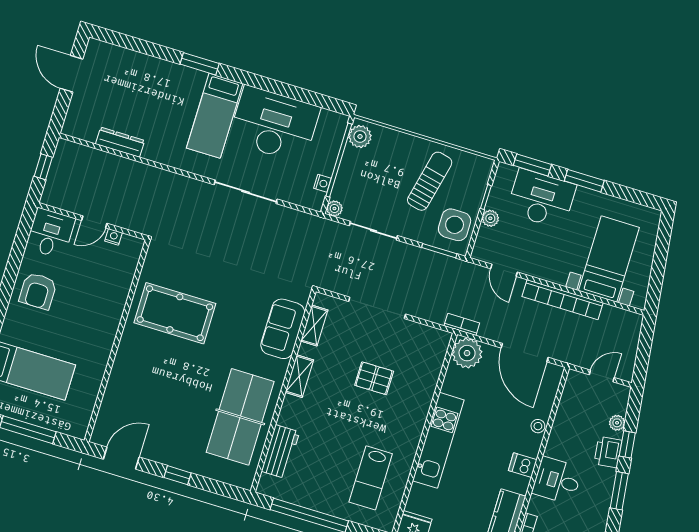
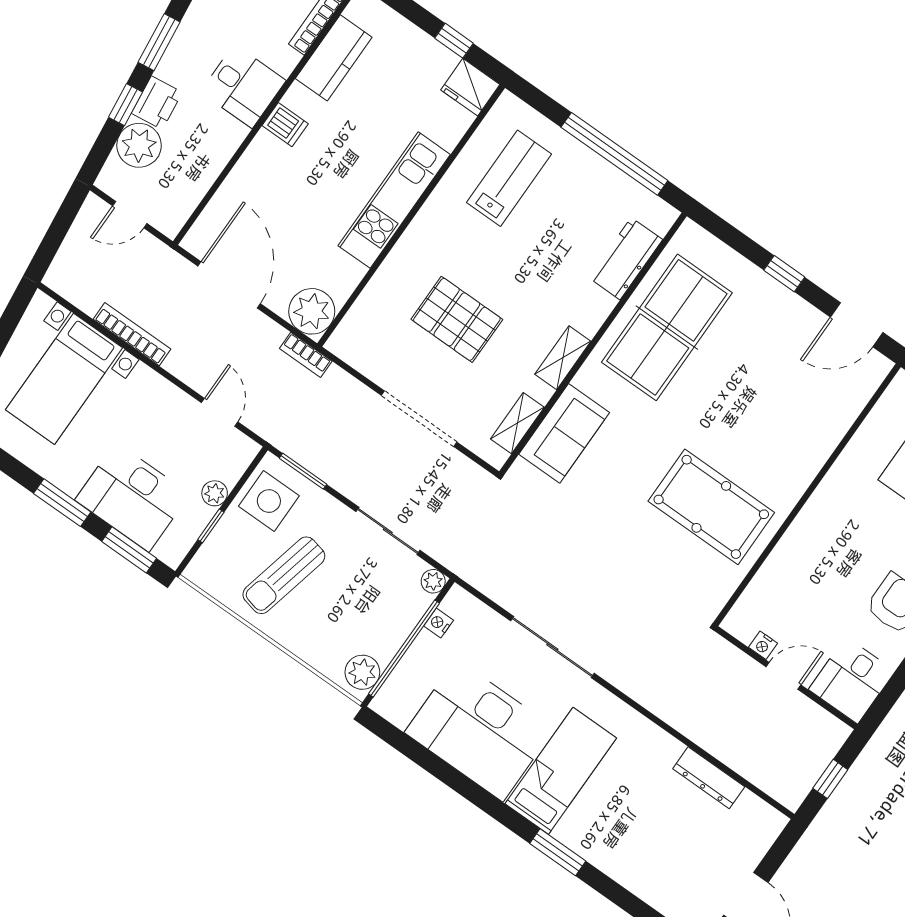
bookcase: (563, 300) -> (132, 334), width x0.68, depth x0.76
pallet: (374, 378) -> (457, 319), width x1.50, depth x1.42
plant: (617, 423) -> (139, 145), width x1.87, depth x1.87
stool: (538, 426) -> (245, 173), removed

